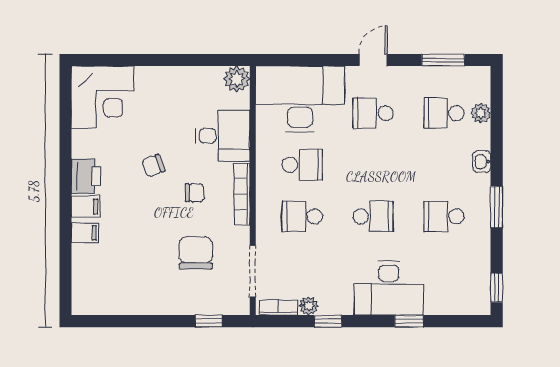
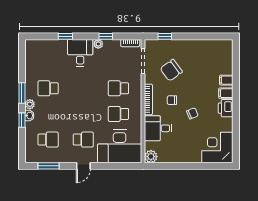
plant: (481, 113) -> (30, 104), moved
school desk: (302, 216) -> (118, 88), turned 180
school desk: (373, 216) -> (83, 88), removed
school desk: (444, 216) -> (48, 88), turned 180
chair: (196, 253) -> (171, 70), turned 54
desk: (389, 288) -> (80, 53), width x0.73
window: (497, 288) -> (22, 120), moved
plant: (309, 306) -> (98, 44), moved

